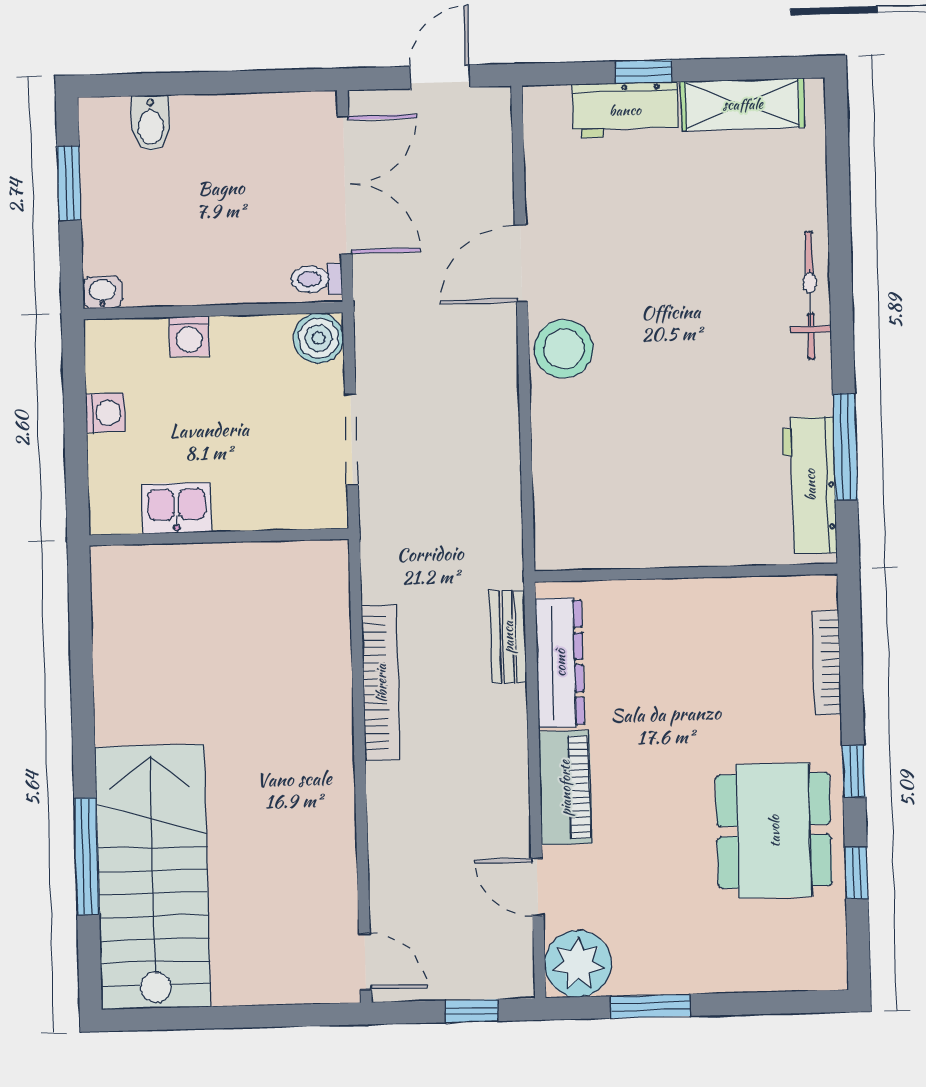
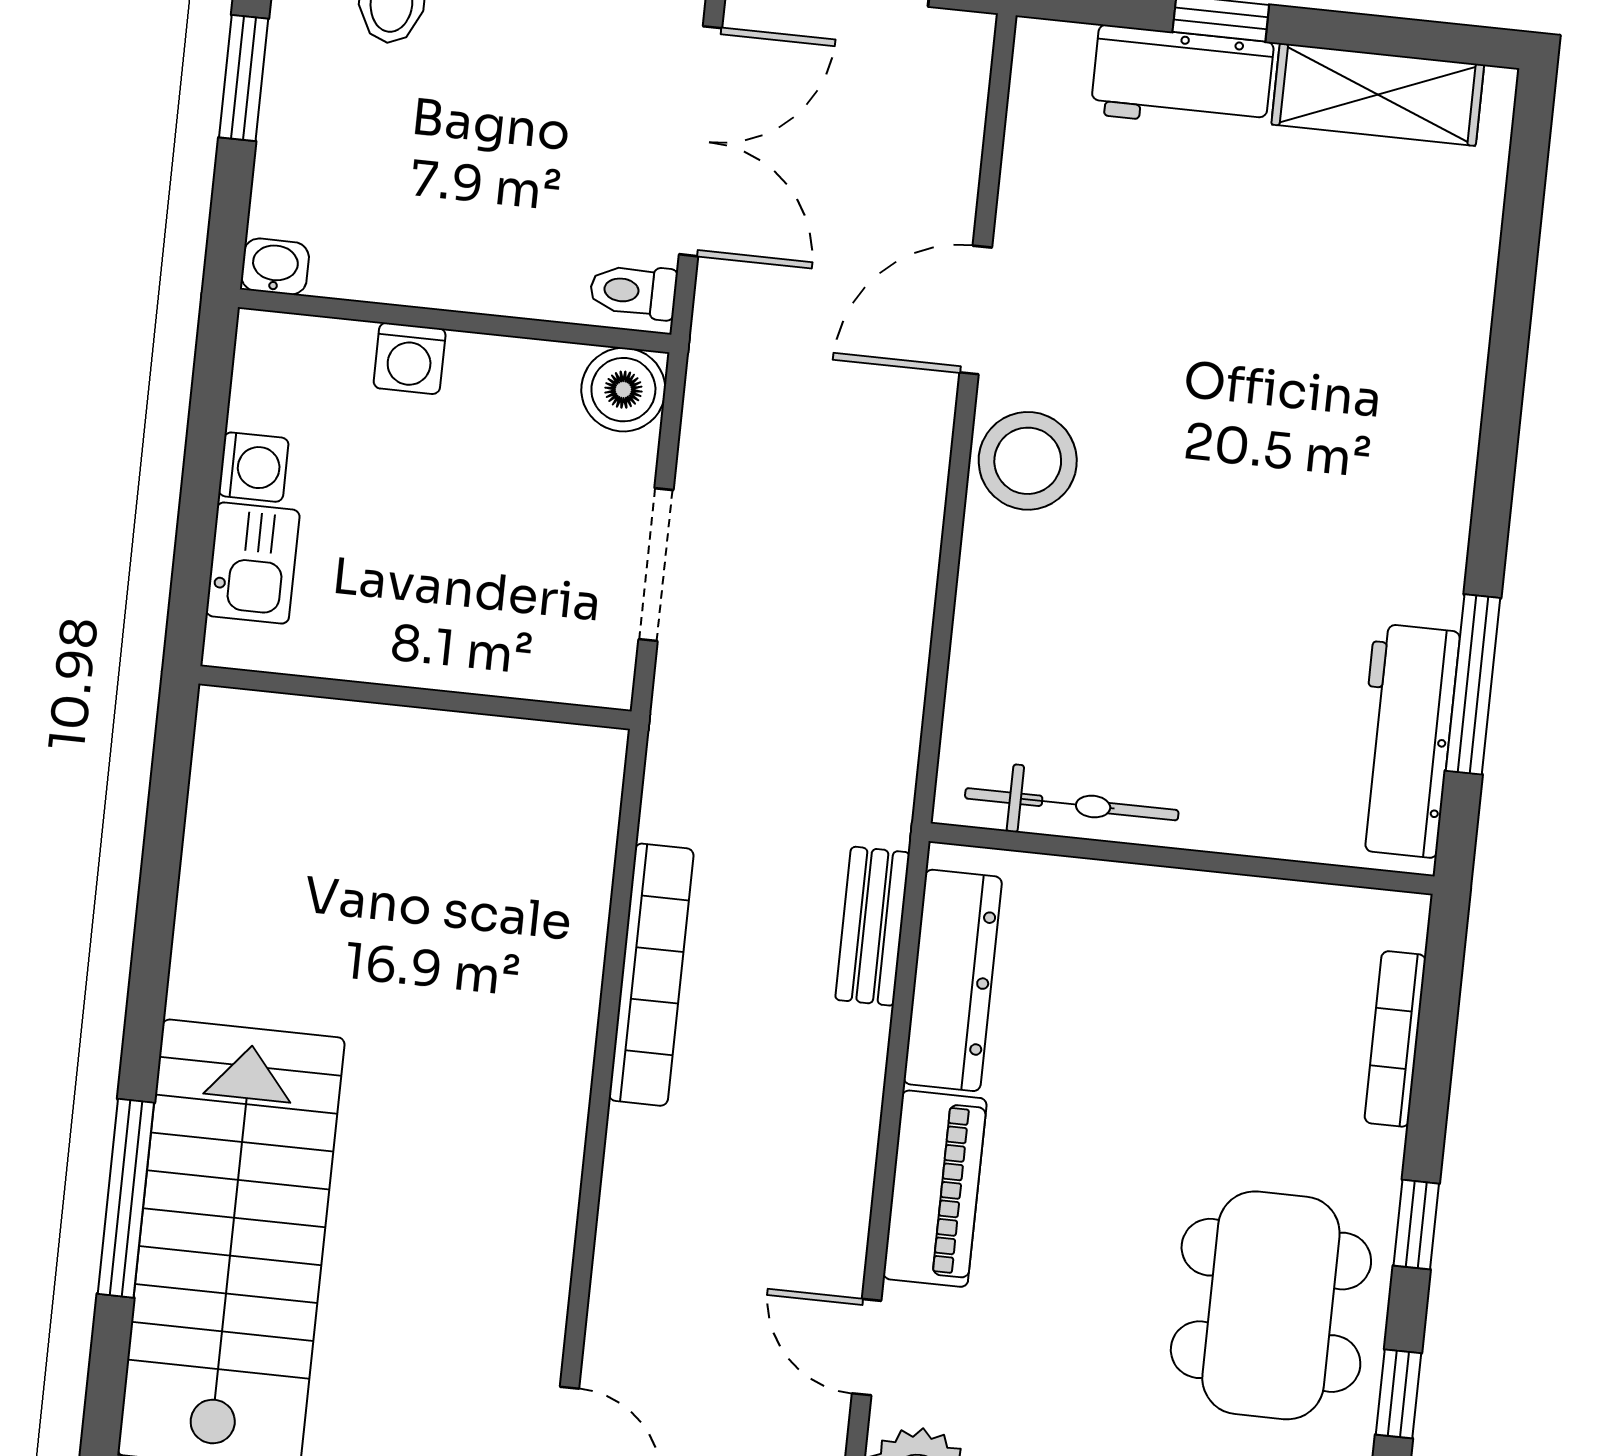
bicycle: (810, 295) -> (1072, 804), moved, turned 90
kitchen sink: (177, 508) -> (253, 563), moved, turned 90

